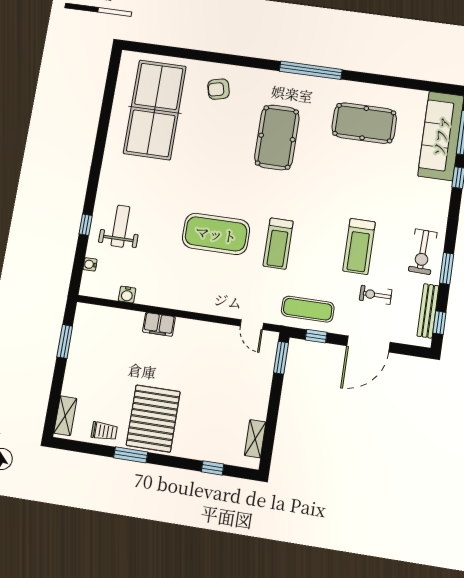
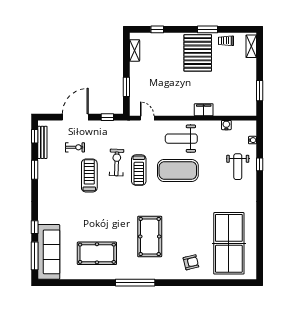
treadmill: (278, 244) -> (139, 170), turned 180
exercise bike: (423, 252) -> (117, 162), moved
weight bench: (202, 284) -> (181, 139), added
exercise mat: (308, 309) -> (115, 133), removed
window: (281, 358) -> (126, 87), moved

